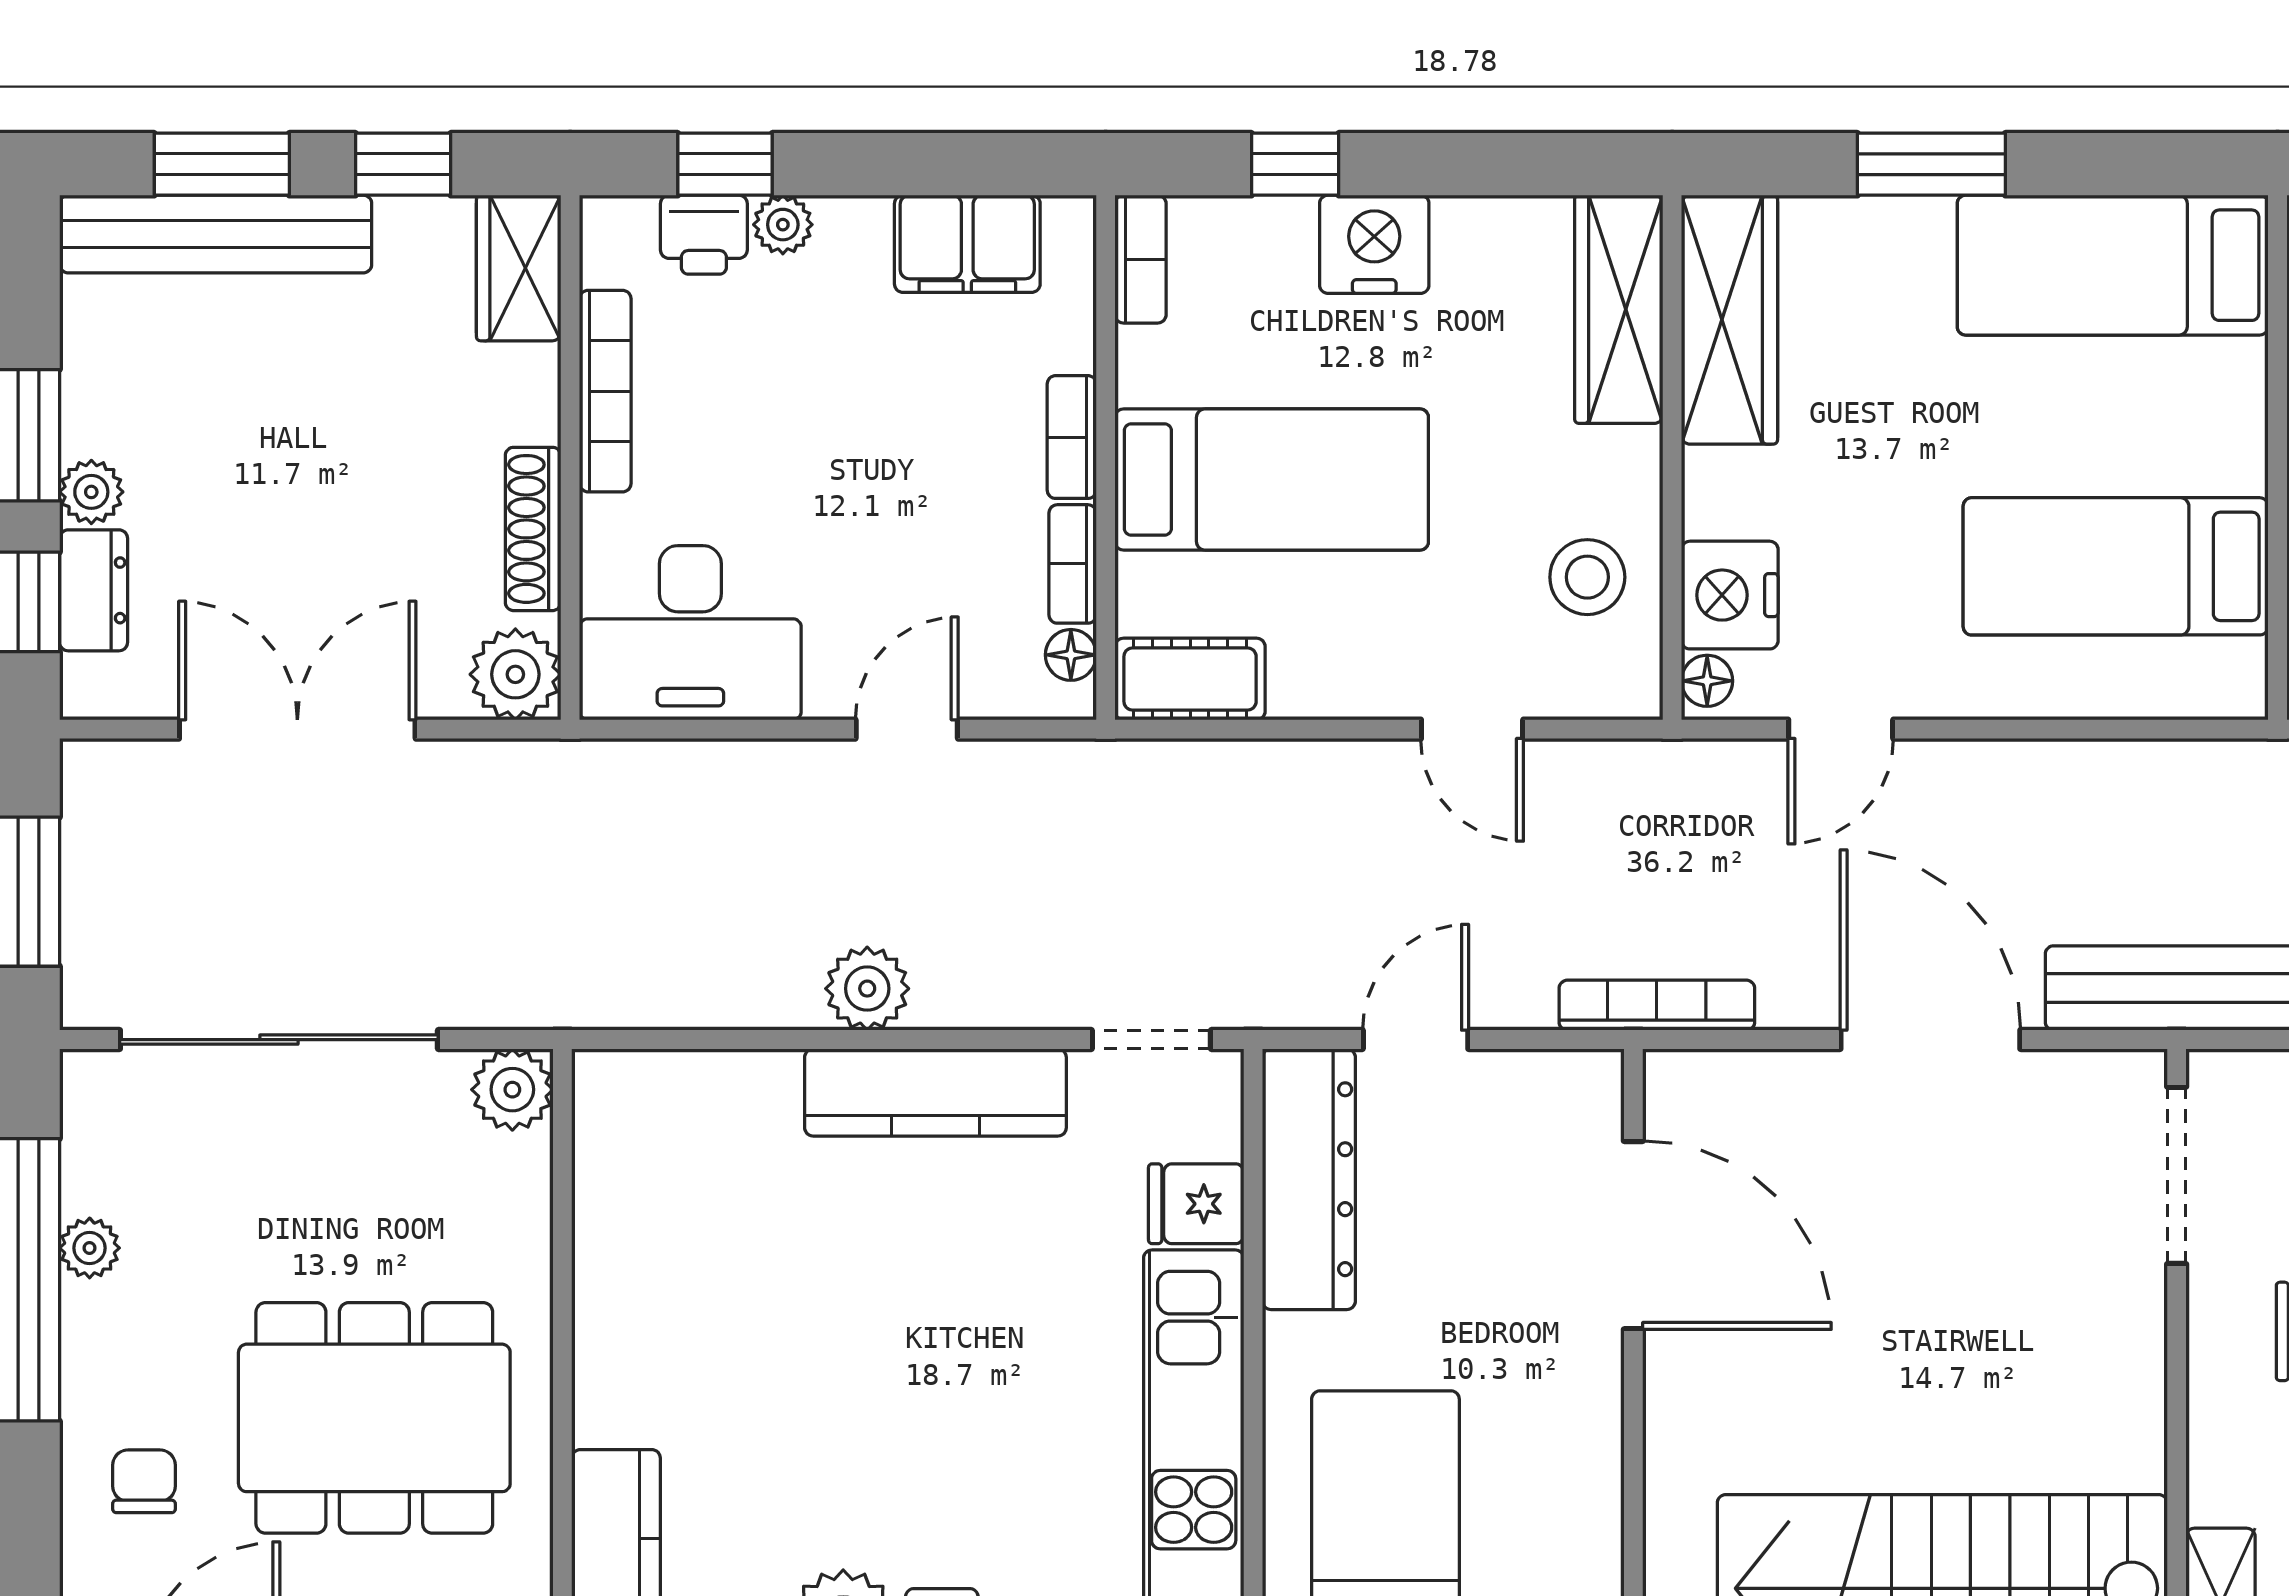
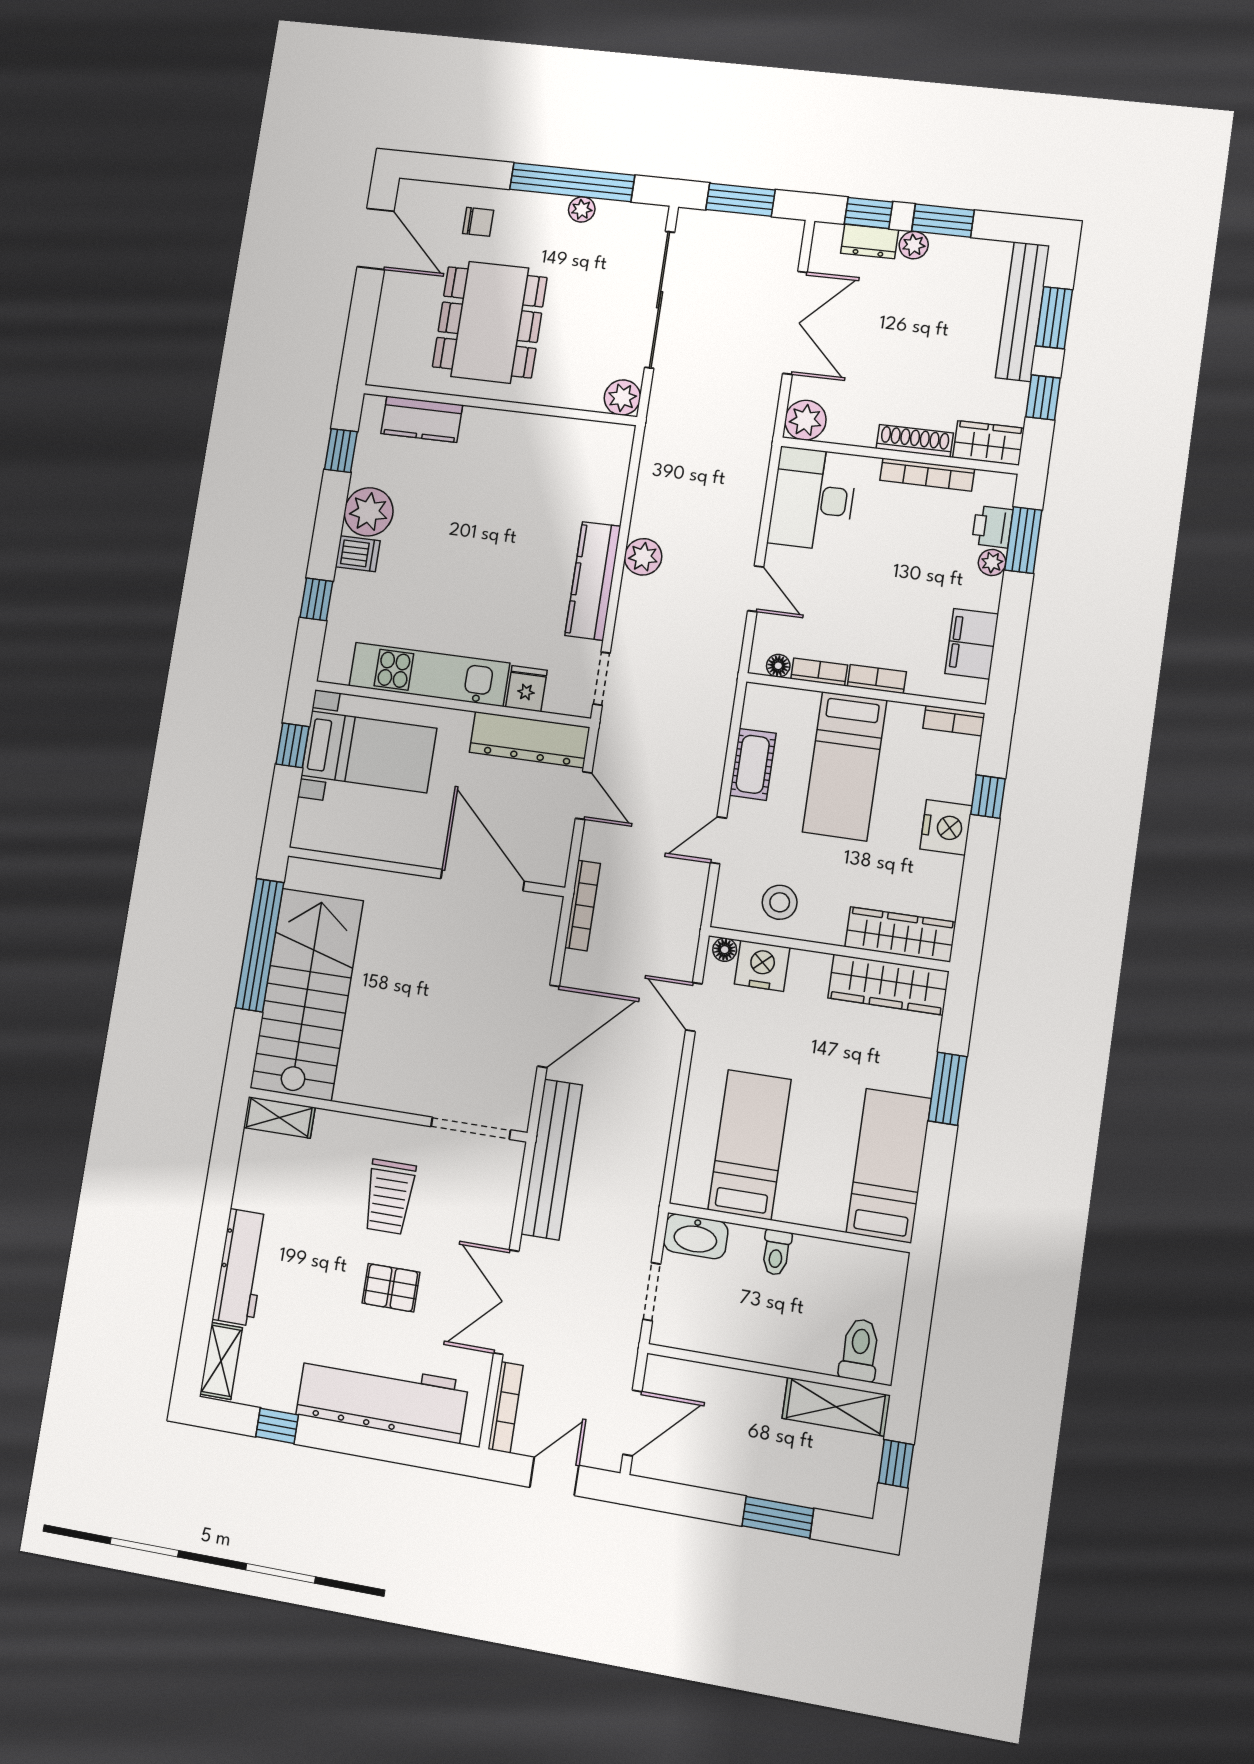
window: (725, 164) -> (1023, 540), width x1.50
shoe rack: (533, 529) -> (915, 441), moved
cot: (1190, 679) -> (753, 764), moved
door: (1633, 1235) -> (483, 880), swing flipped

